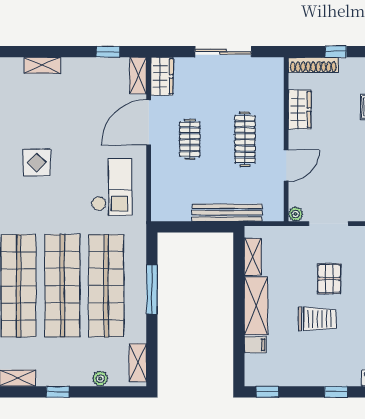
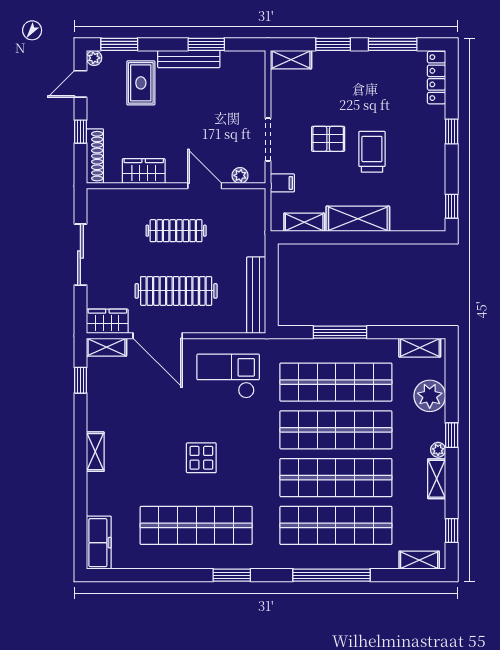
clothes rail: (190, 139) -> (176, 291), width x1.86, depth x1.31
bench: (227, 213) -> (256, 295), moved
plant: (296, 214) -> (240, 175), moved
filing cabinet: (255, 345) -> (282, 183), moved, turned 90
plant: (44, 379) -> (438, 450), added
plant: (100, 379) -> (430, 396), width x1.87, depth x1.87

